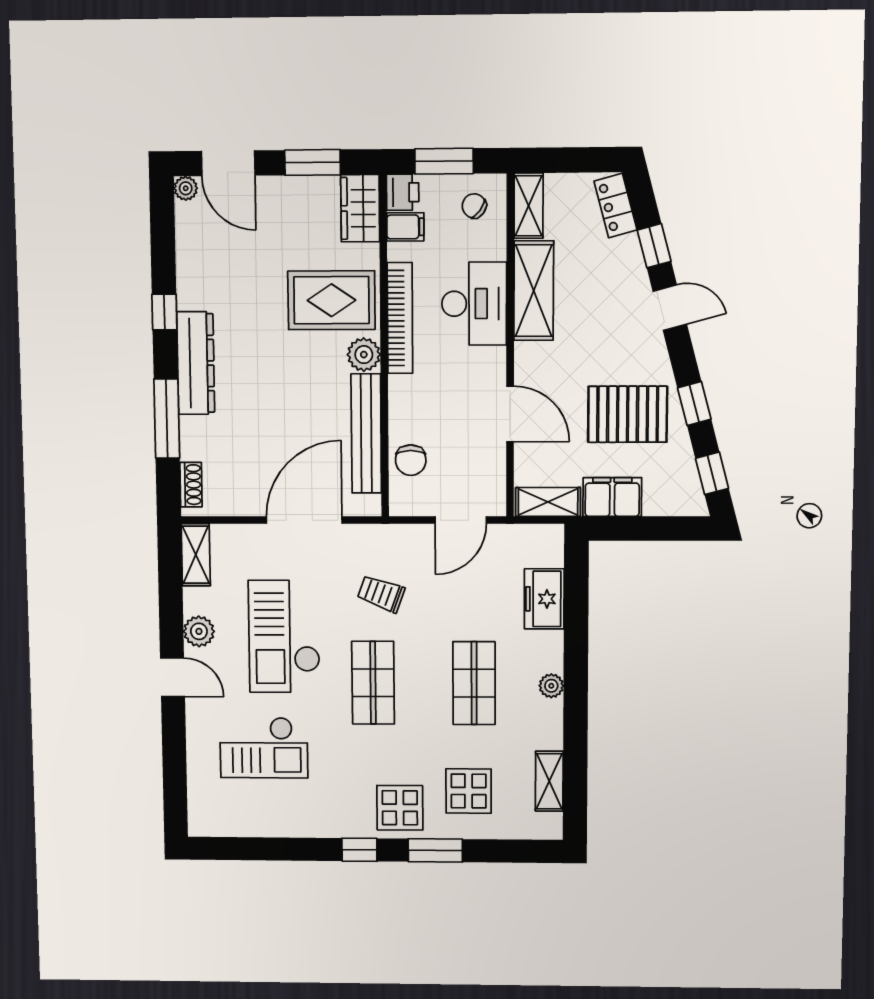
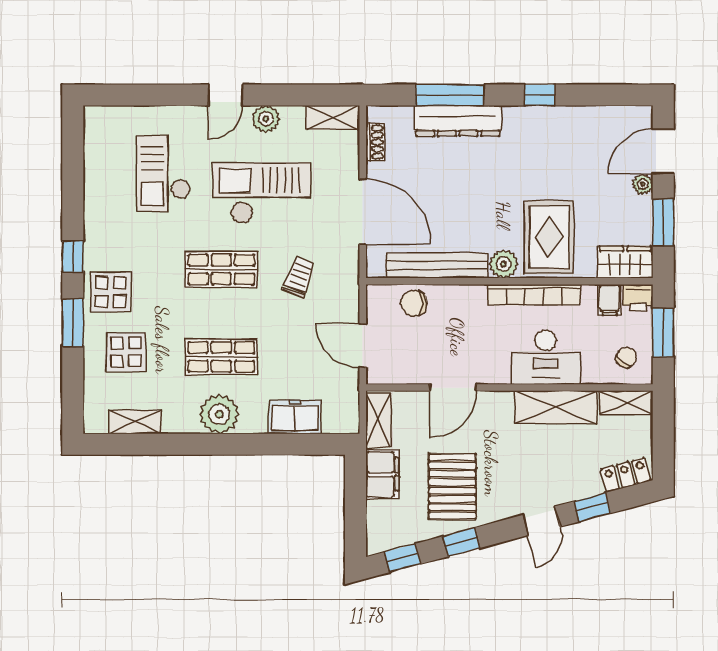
plant: (186, 188) -> (643, 184), moved
dresser: (196, 363) -> (458, 121), moved
shoe rack: (191, 485) -> (375, 142), moved, turned -90
plant: (551, 686) -> (219, 414), width x1.87, depth x1.87

